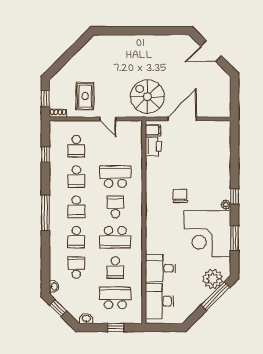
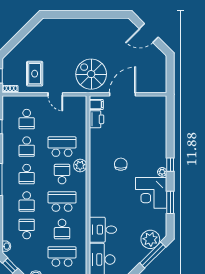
plant: (135, 197) -> (80, 165), added
corner desk: (207, 234) -> (151, 193), width x0.74, depth x0.74
school desk: (115, 237) -> (62, 202), turned 180

